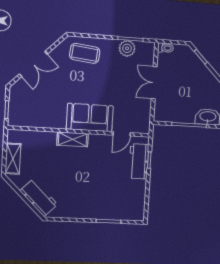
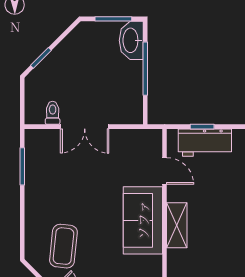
plant: (127, 48) -> (37, 171), removed
toilet: (165, 48) -> (53, 113), moved
coffee table: (85, 53) -> (63, 246), moved
shelving: (73, 139) -> (177, 225), moved

